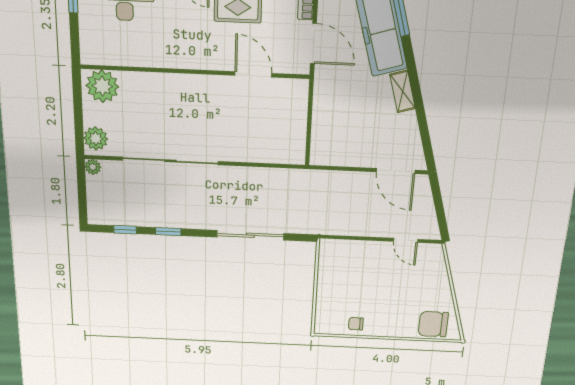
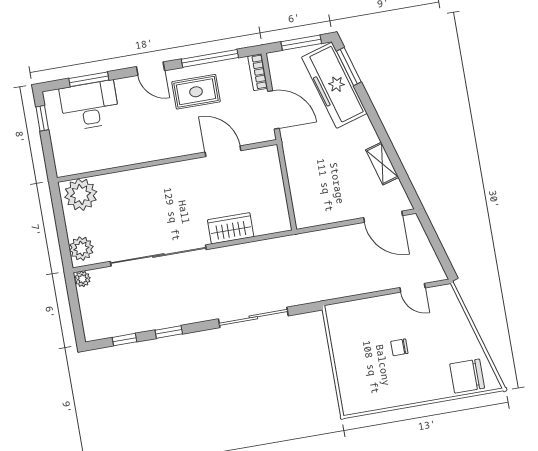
shelving: (403, 91) -> (382, 164), moved
wardrobe: (246, 150) -> (231, 228), added
chair: (356, 324) -> (399, 347), moved

